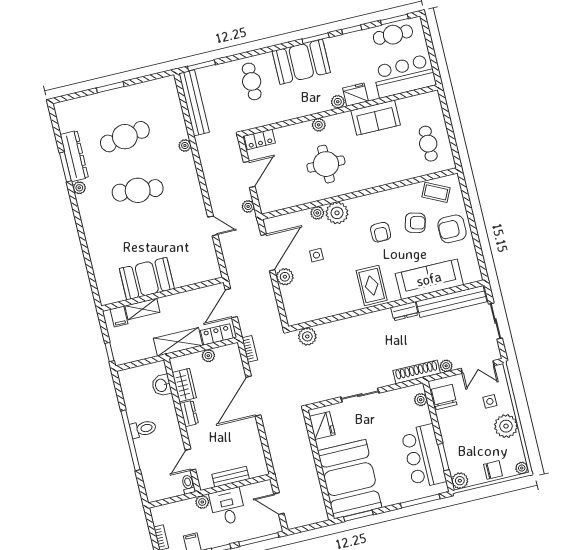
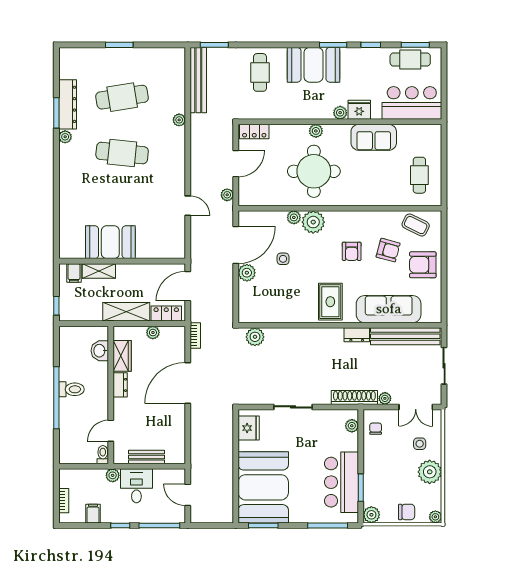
round table: (326, 164) -> (314, 171), width x1.36, depth x1.36
chair: (444, 397) -> (376, 429), width x0.54, depth x0.54

